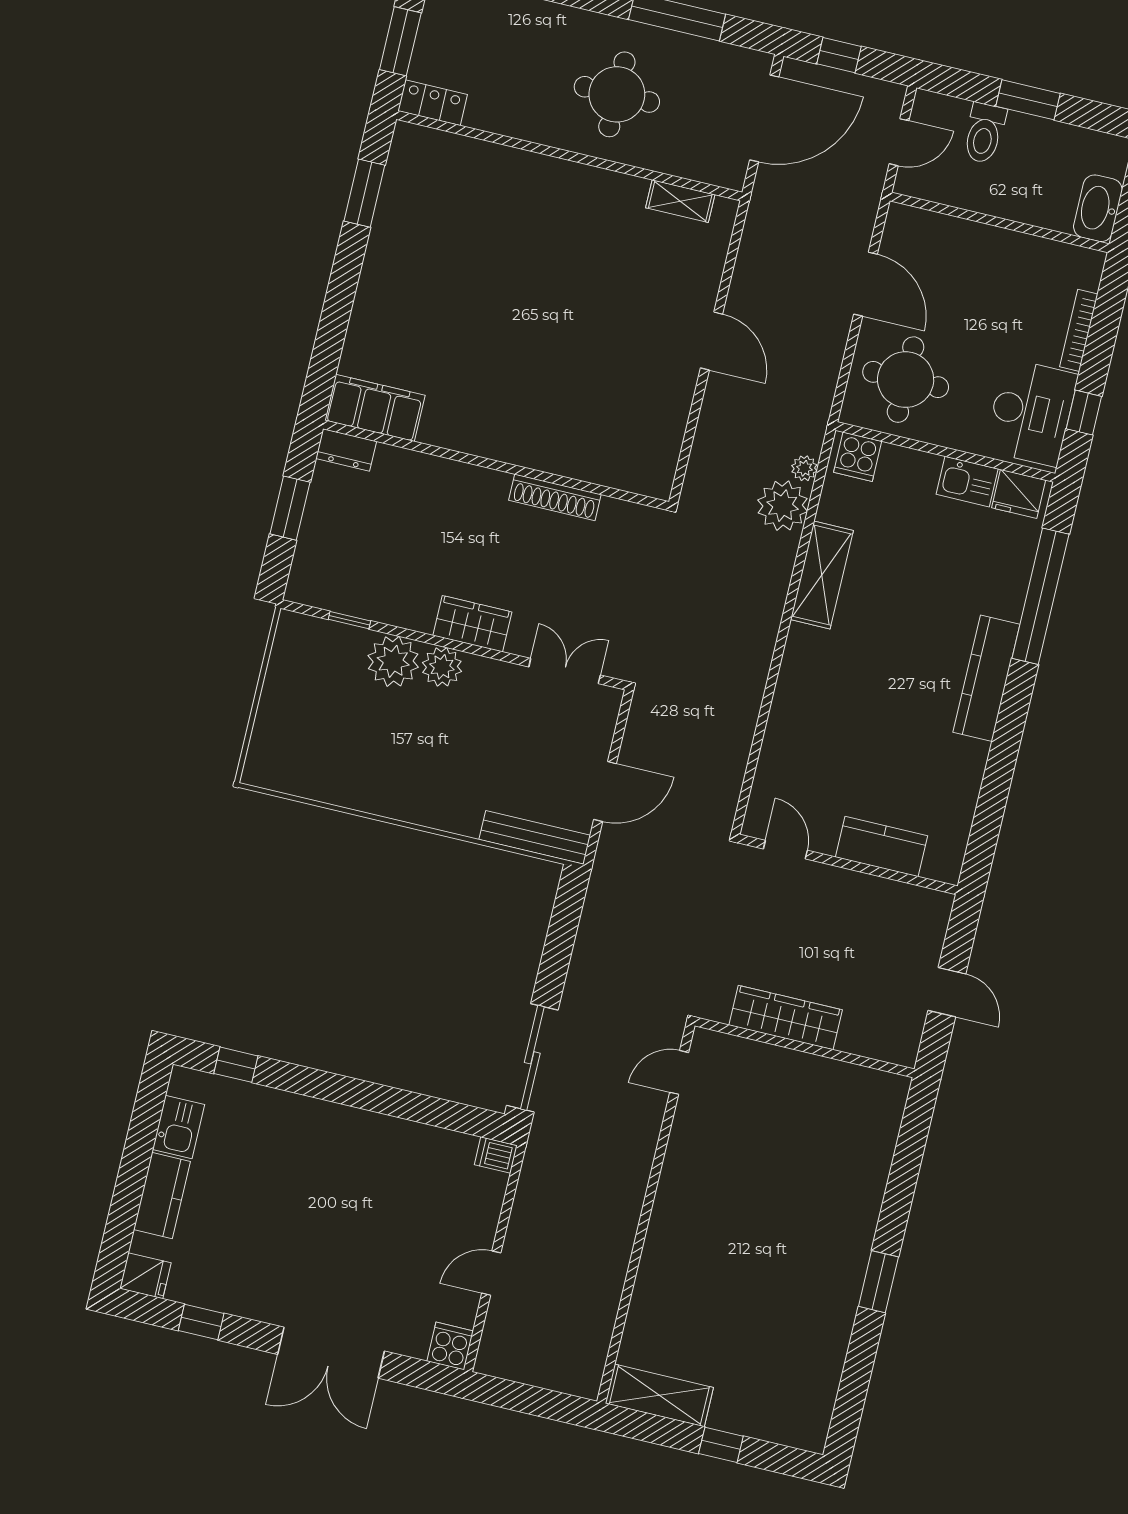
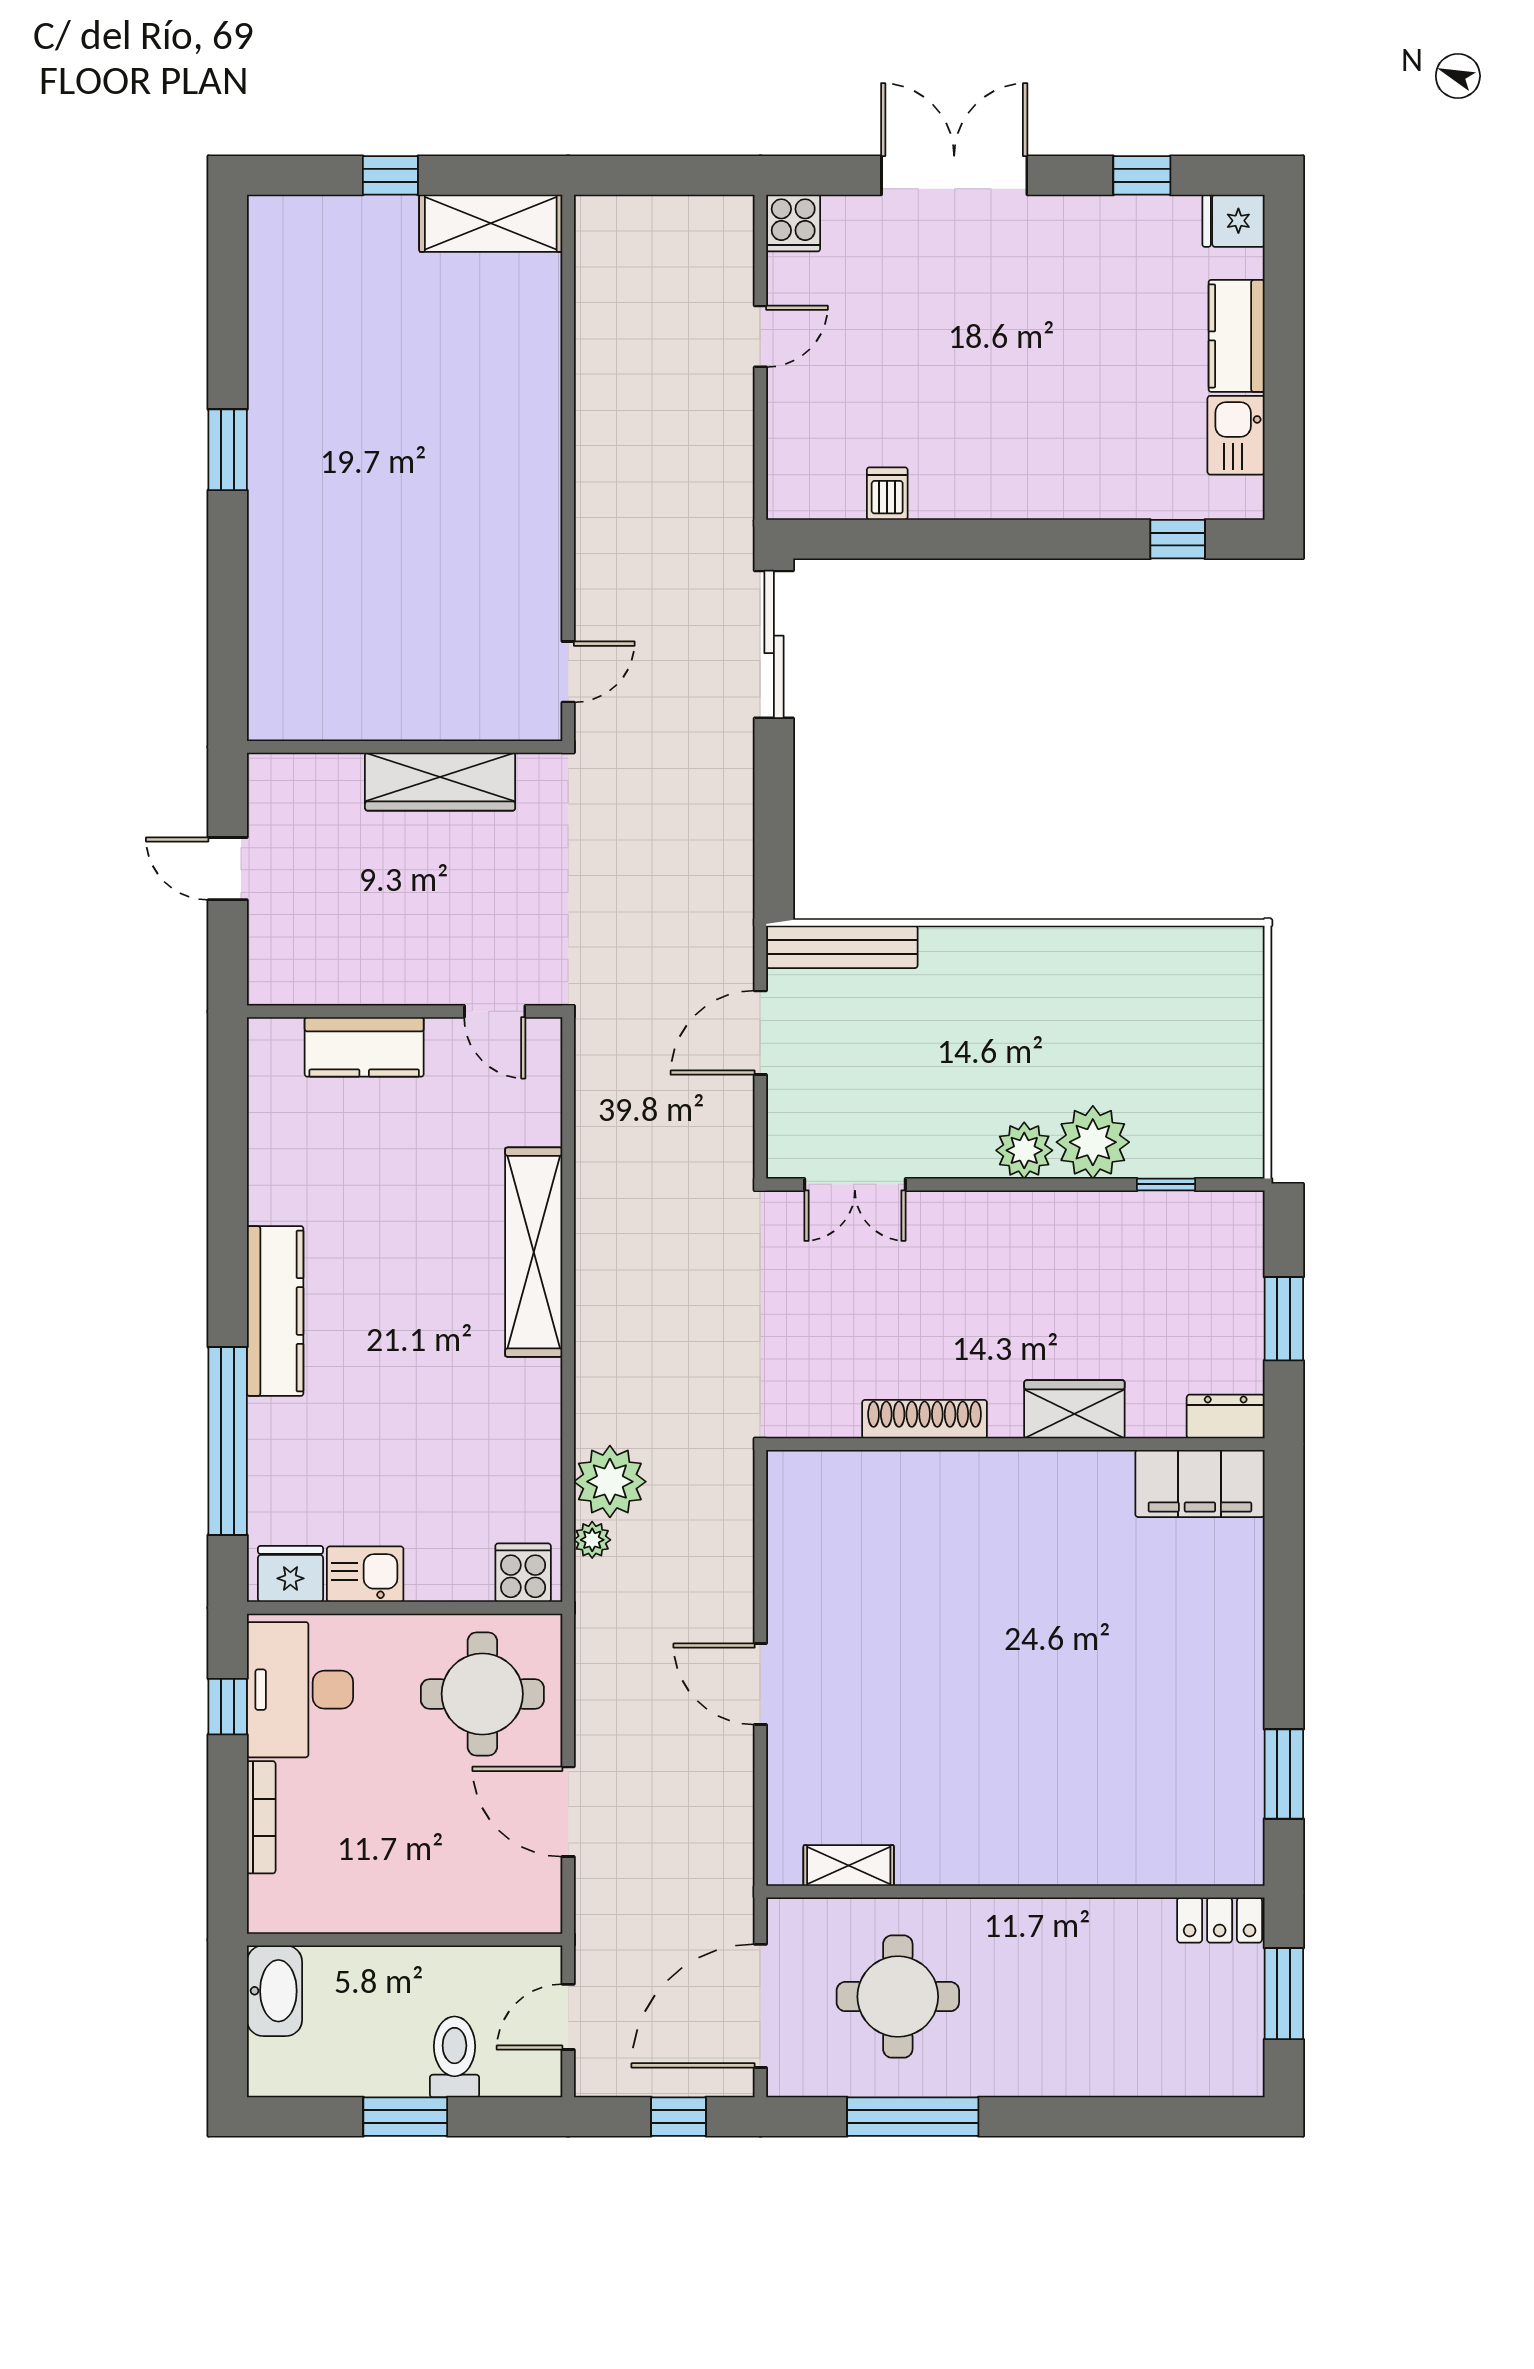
round table: (617, 94) -> (898, 1997), moved
shelving: (822, 575) -> (534, 1252), moved, width x1.47
wardrobe: (472, 624) -> (1074, 1409), moved, turned 180
dishwasher: (496, 1155) -> (887, 494), moved, turned -90

